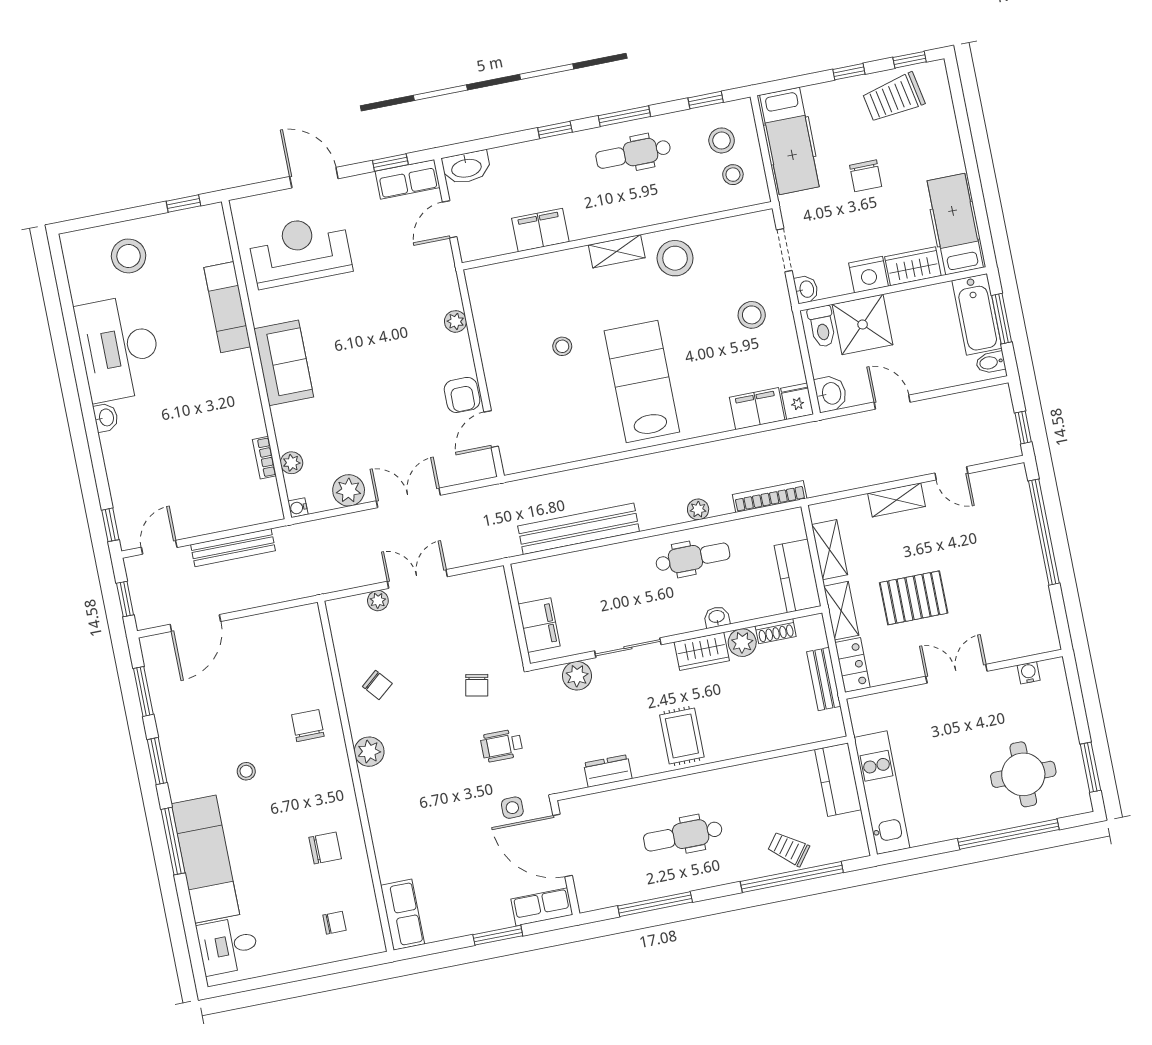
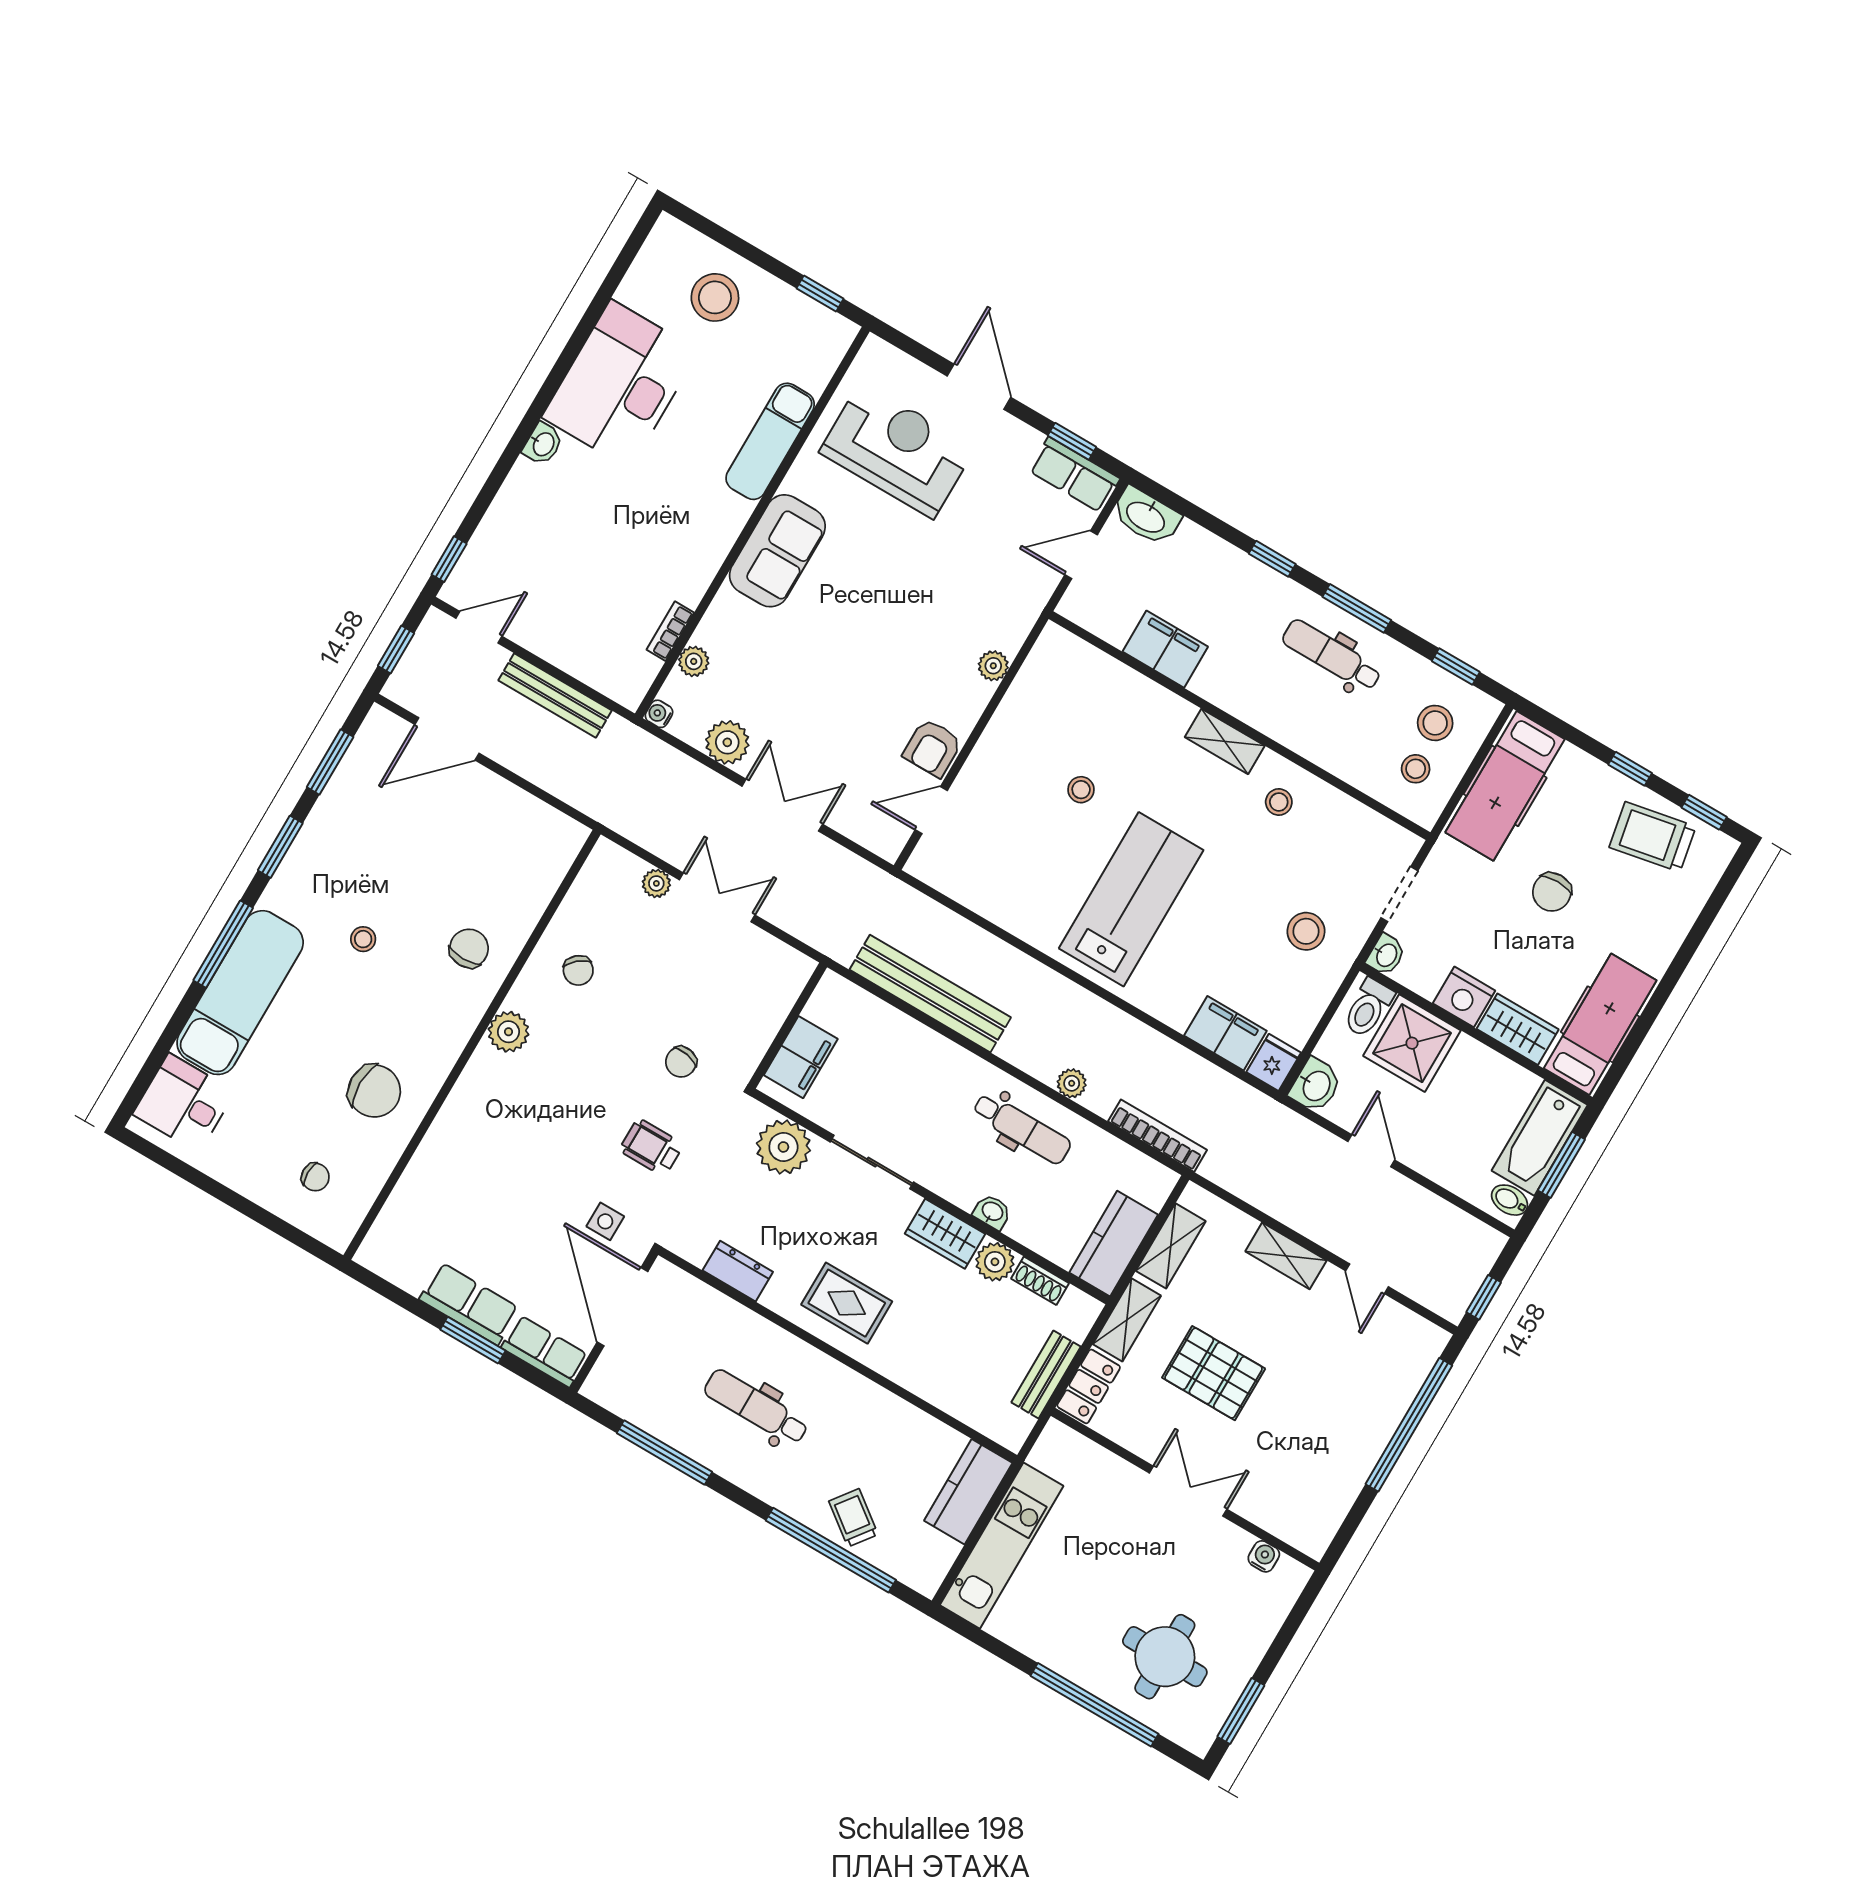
stool: (675, 258) -> (1279, 802), width x0.53, depth x0.53
plant: (577, 676) -> (783, 1147), width x1.36, depth x1.36
rug: (682, 736) -> (847, 1303), turned 90
chair: (325, 848) -> (374, 1091), width x1.37, depth x1.37
row of seats: (403, 915) -> (469, 1304), moved, turned -90

